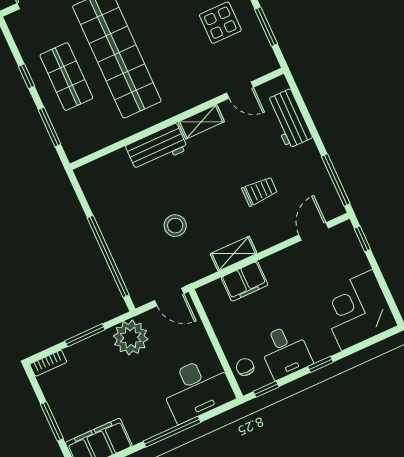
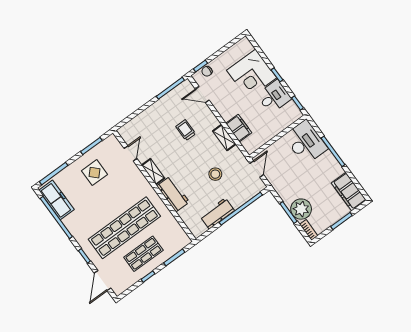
workbench: (289, 119) -> (217, 213), moved, turned 180
corner desk: (357, 310) -> (252, 74), moved
plant: (131, 338) -> (301, 209), moved
chair: (245, 367) -> (207, 71), moved

